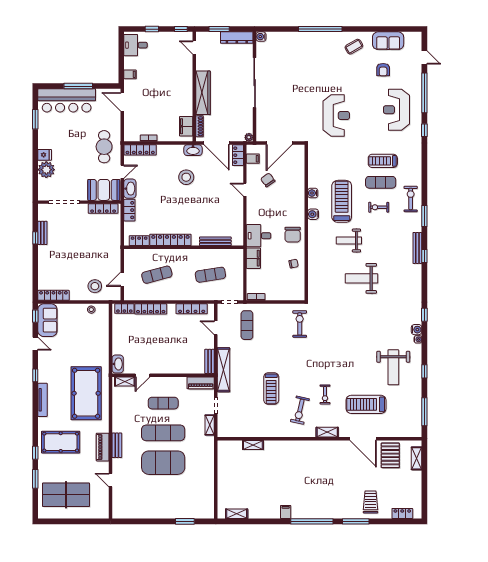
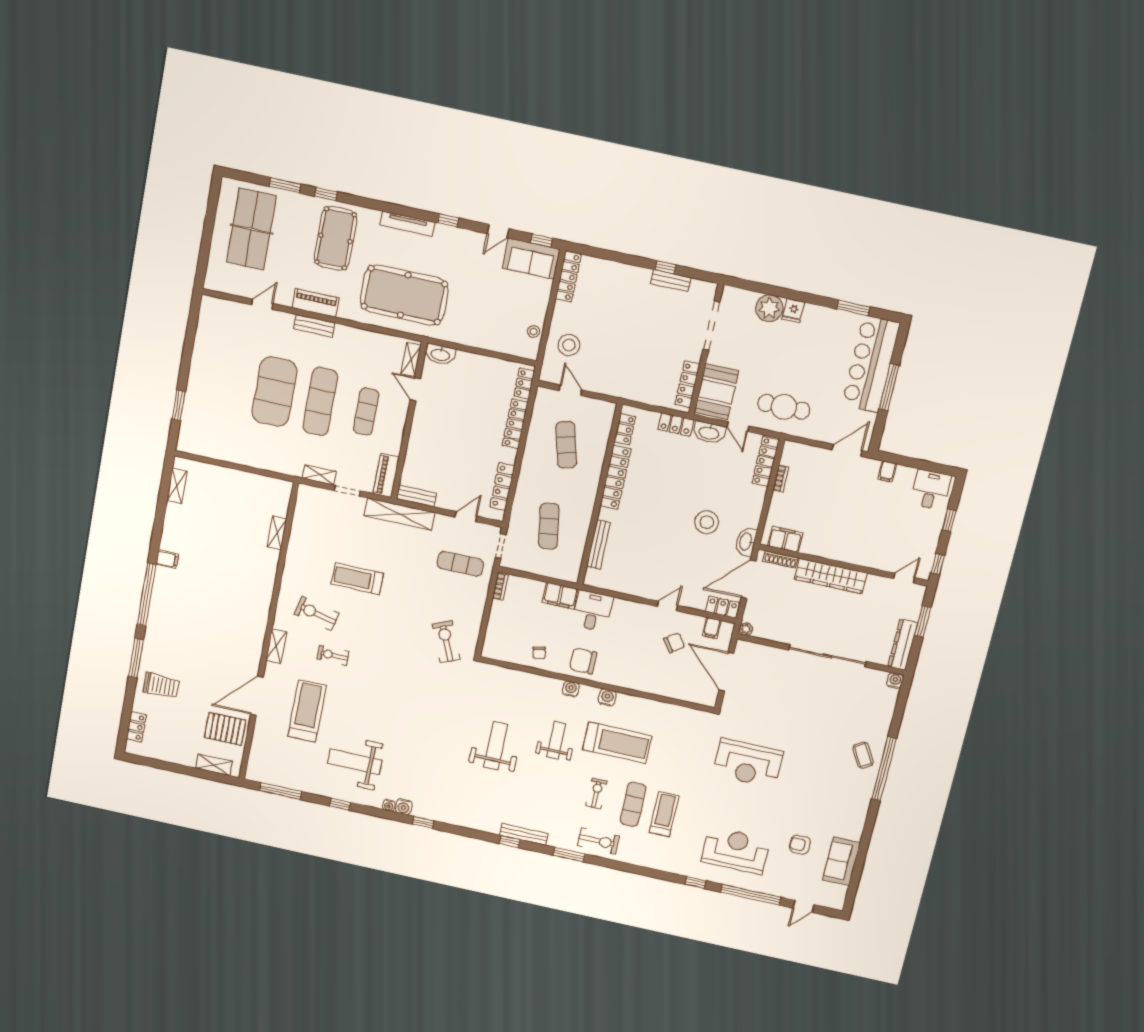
coffee table: (354, 47) -> (863, 755), moved
water cooler: (313, 193) -> (571, 689), moved
exercise bike: (300, 324) -> (446, 642), turned -113

